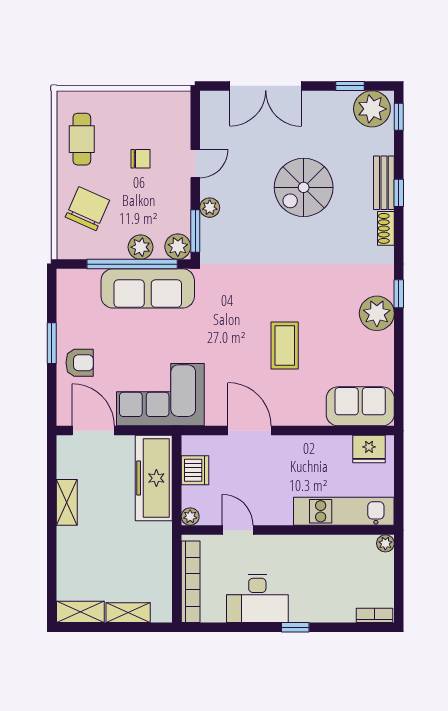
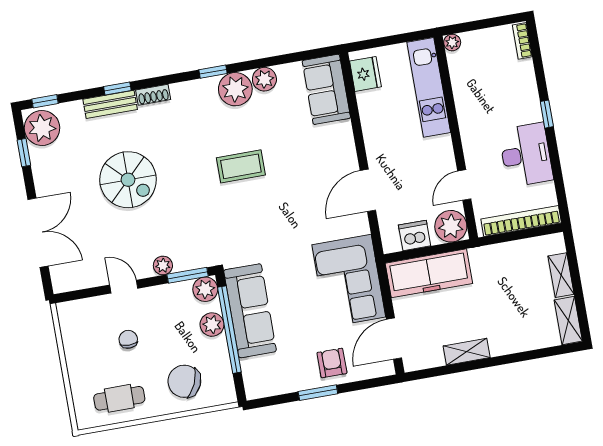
coffee table: (285, 345) -> (241, 166), moved
plant: (382, 345) -> (264, 79), added
plant: (190, 517) -> (451, 226), width x1.87, depth x1.87

